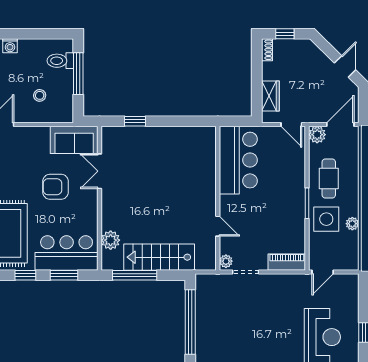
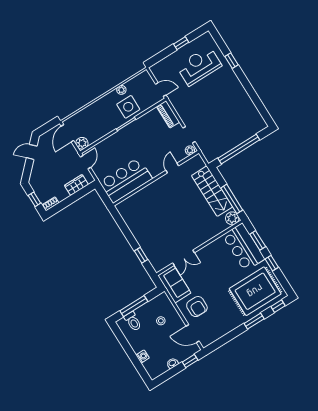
door: (340, 124) -> (67, 133), hinge flipped
cafe table: (329, 179) -> (104, 120), removed
armchair: (55, 187) -> (197, 307), moved
plant: (111, 240) -> (232, 218), moved

